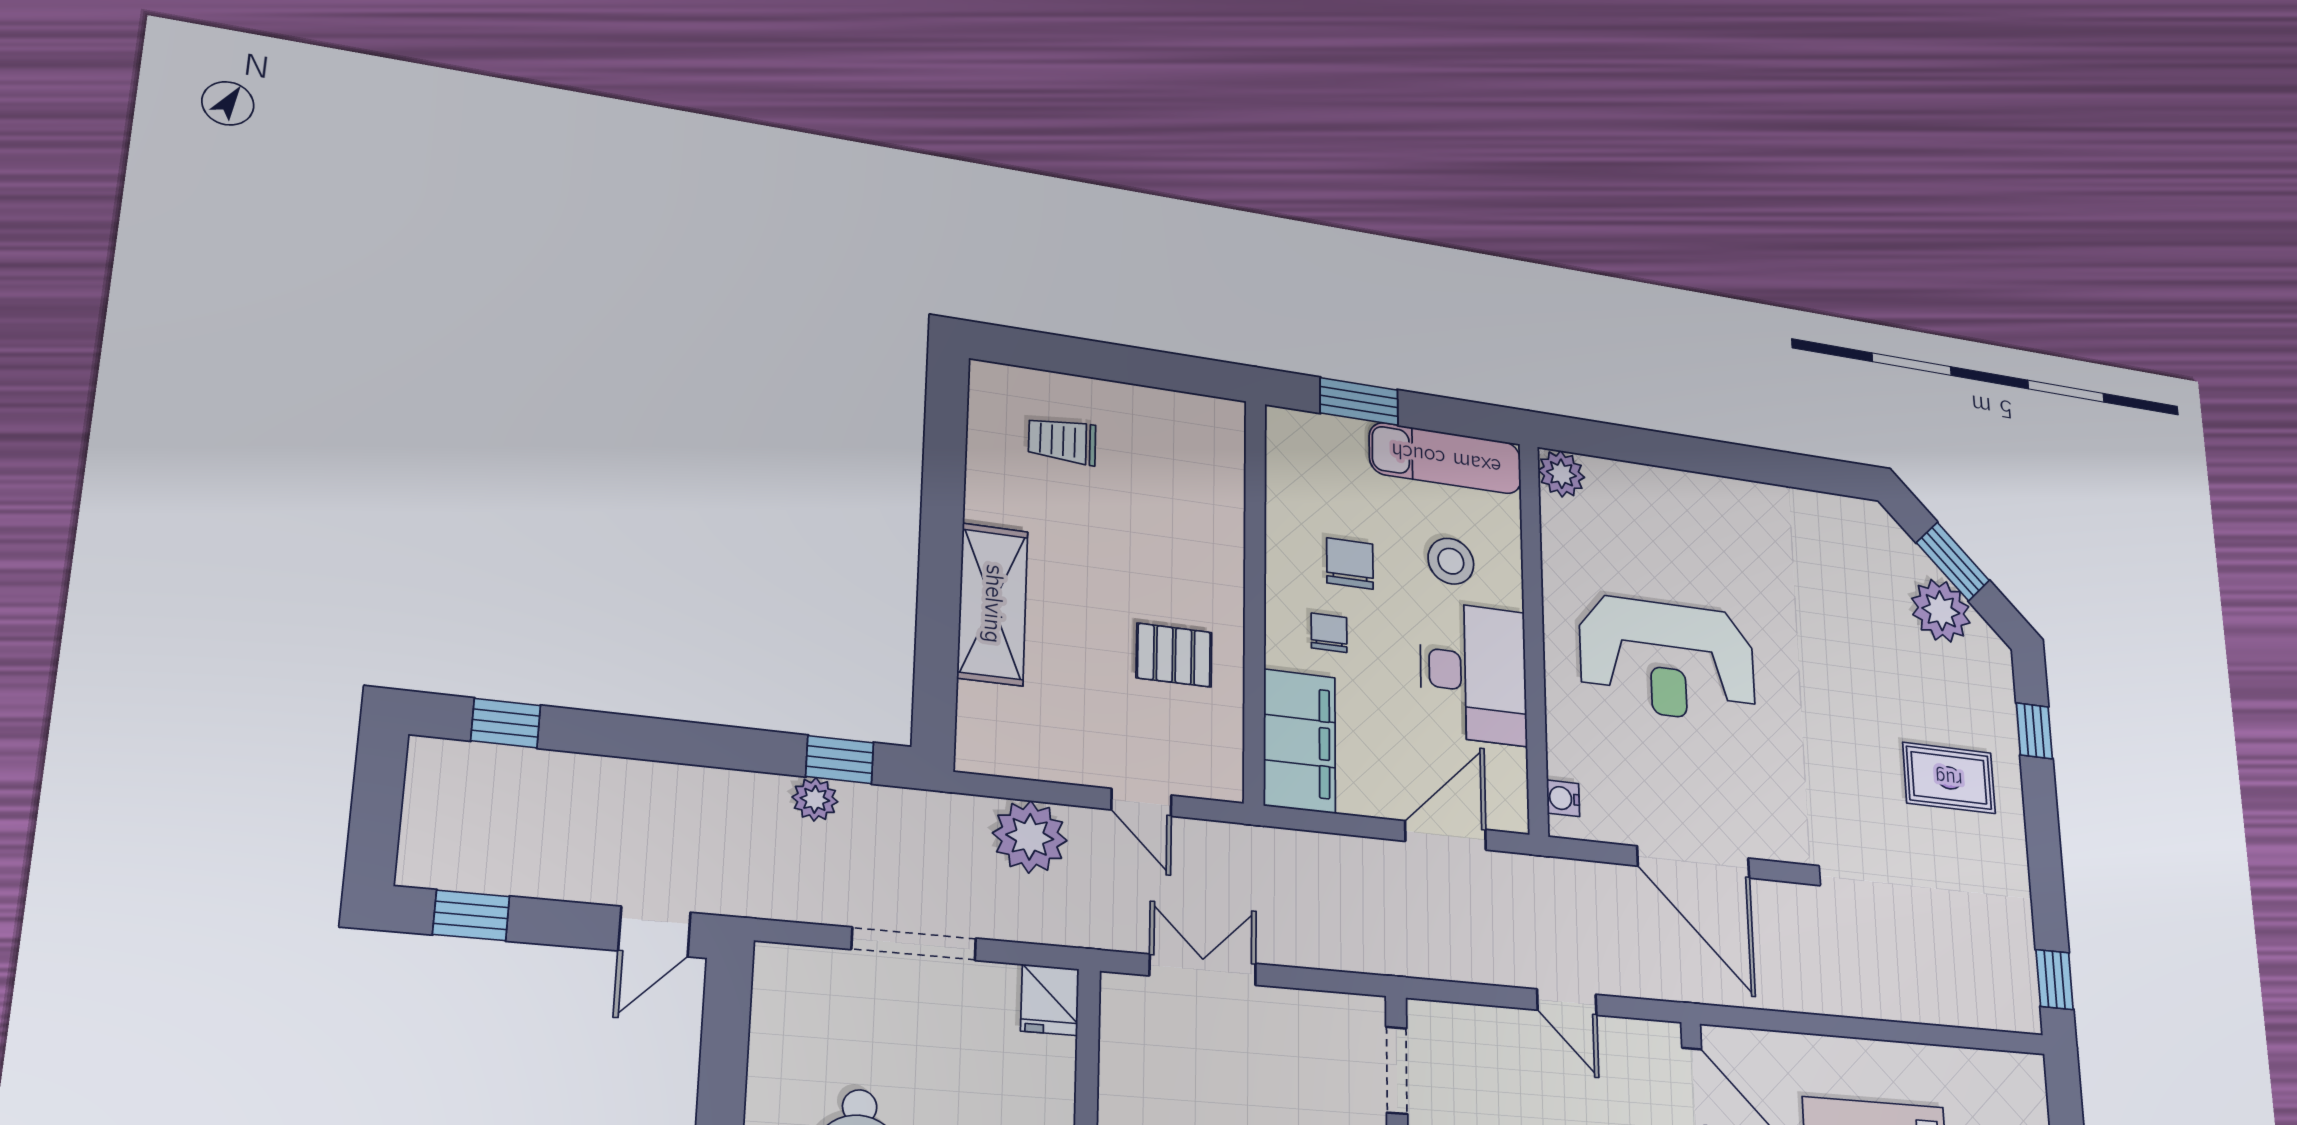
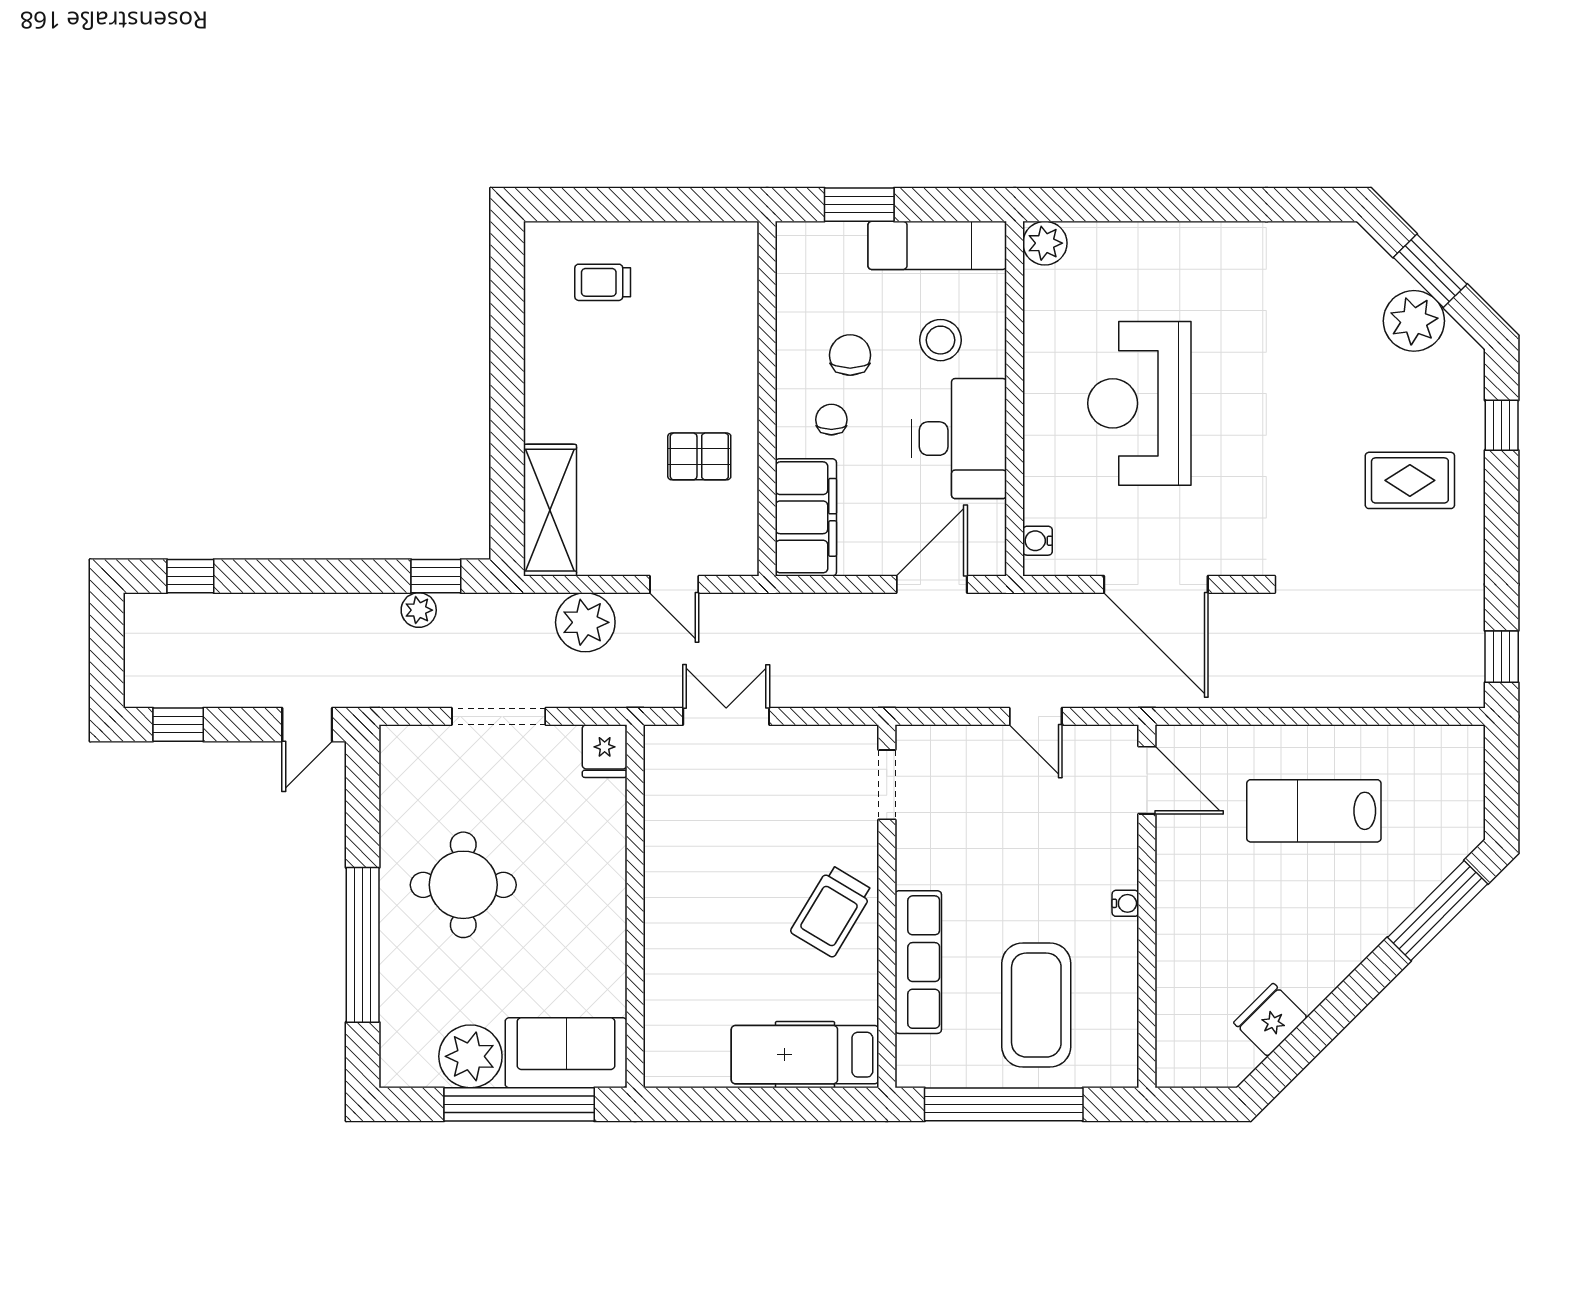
shelving: (993, 604) -> (550, 510), moved
reception desk: (1668, 659) -> (1139, 403), turned 90

